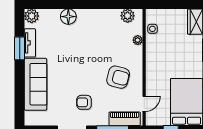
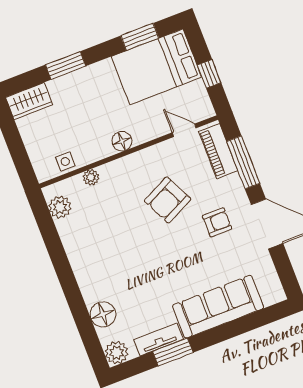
floor lamp: (68, 17) -> (103, 314), moved
floor lamp: (152, 66) -> (122, 141), added
armchair: (118, 77) -> (168, 200), moved, turned -131
armchair: (84, 102) -> (217, 222), turned -90

